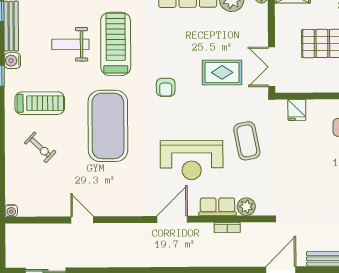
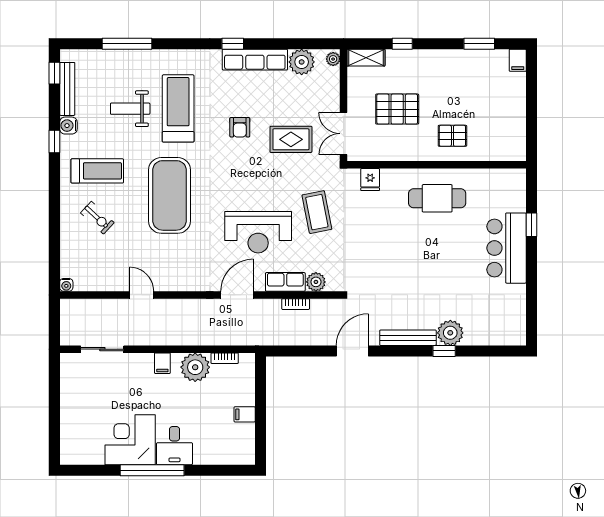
armchair: (166, 87) -> (240, 127), moved

